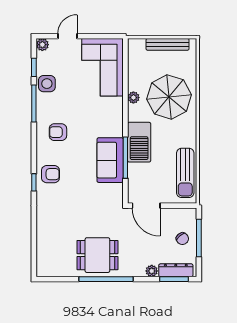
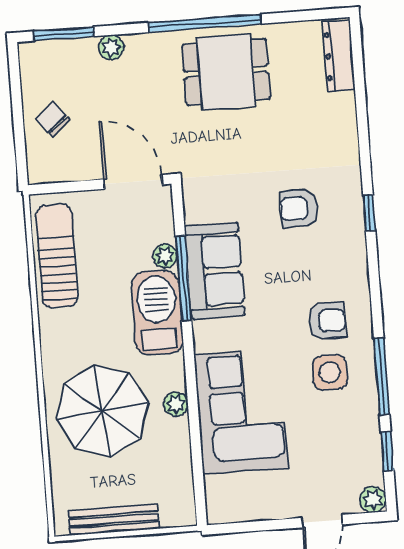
corner sofa: (102, 67) -> (241, 412), moved
side table: (47, 84) -> (330, 372), moved
plant: (133, 169) -> (165, 256), added
armchair: (50, 174) -> (299, 208), moved
window: (199, 238) -> (18, 123), removed
dresser: (176, 270) -> (339, 56), moved, turned 90

